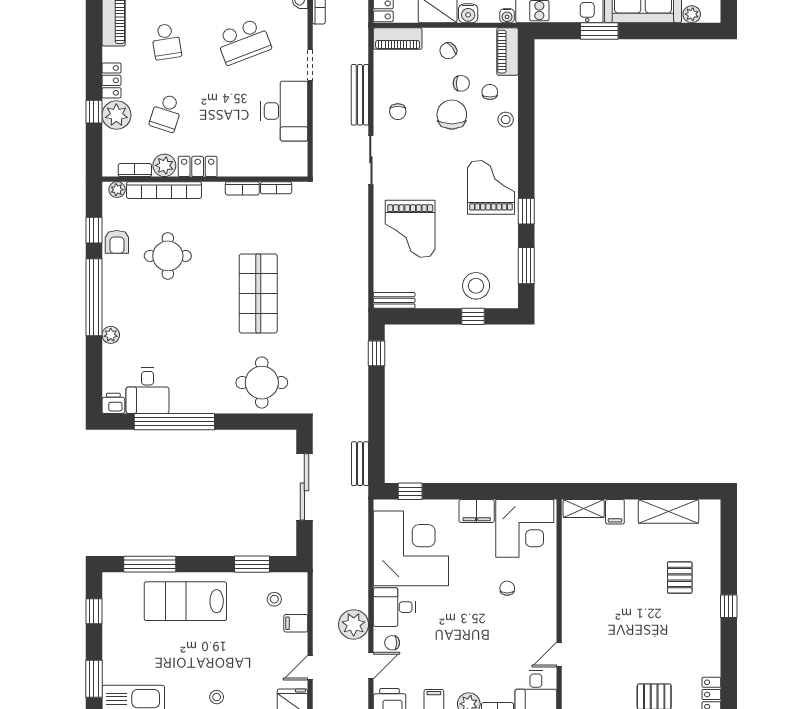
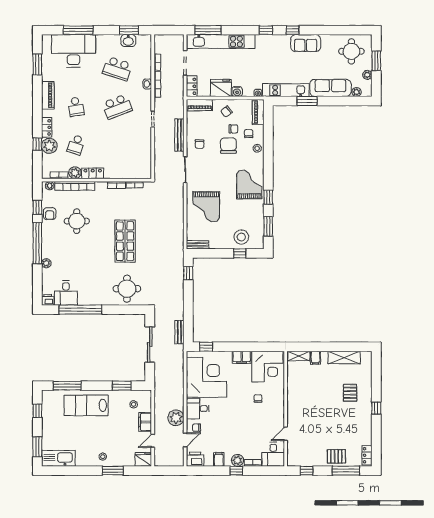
desk: (284, 111) -> (139, 144), removed
filing cabinet: (296, 623) -> (145, 422), width x2.00

